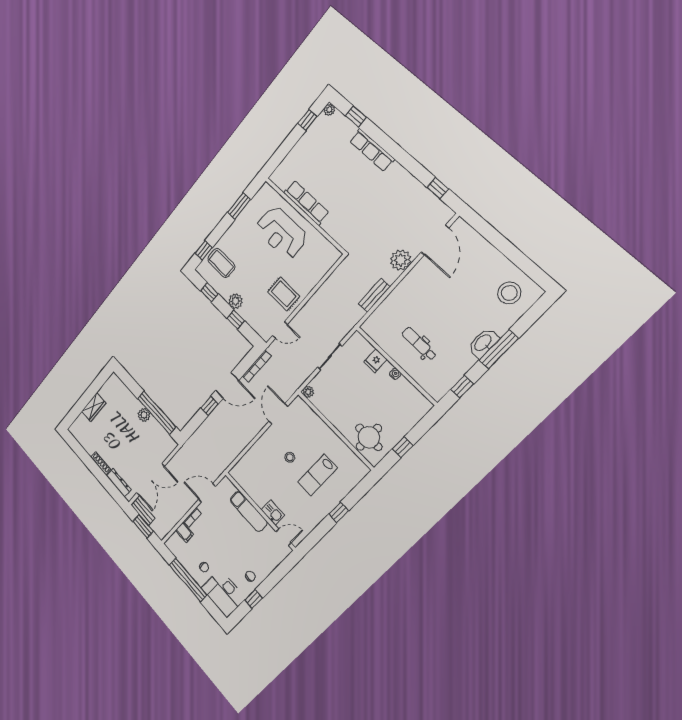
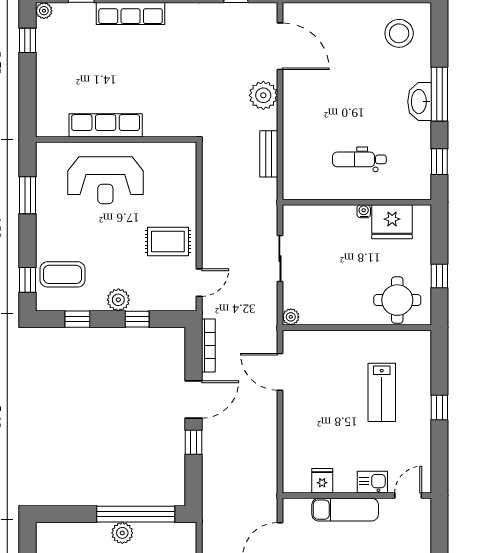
fridge: (375, 361) -> (392, 222), moved, width x1.88, depth x1.34
stool: (290, 457) -> (335, 405), removed
fridge: (250, 487) -> (322, 481), added

